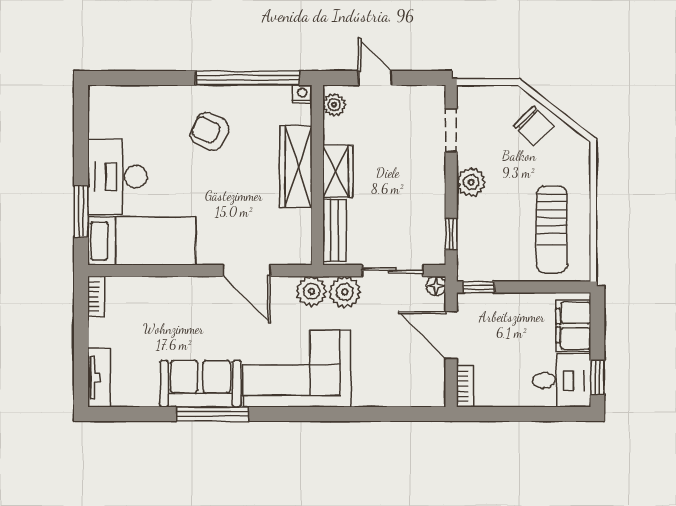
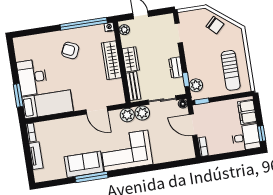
plant: (471, 182) -> (196, 85), moved
dresser: (433, 205) -> (176, 68), added
tv unit: (99, 378) -> (36, 156), moved

